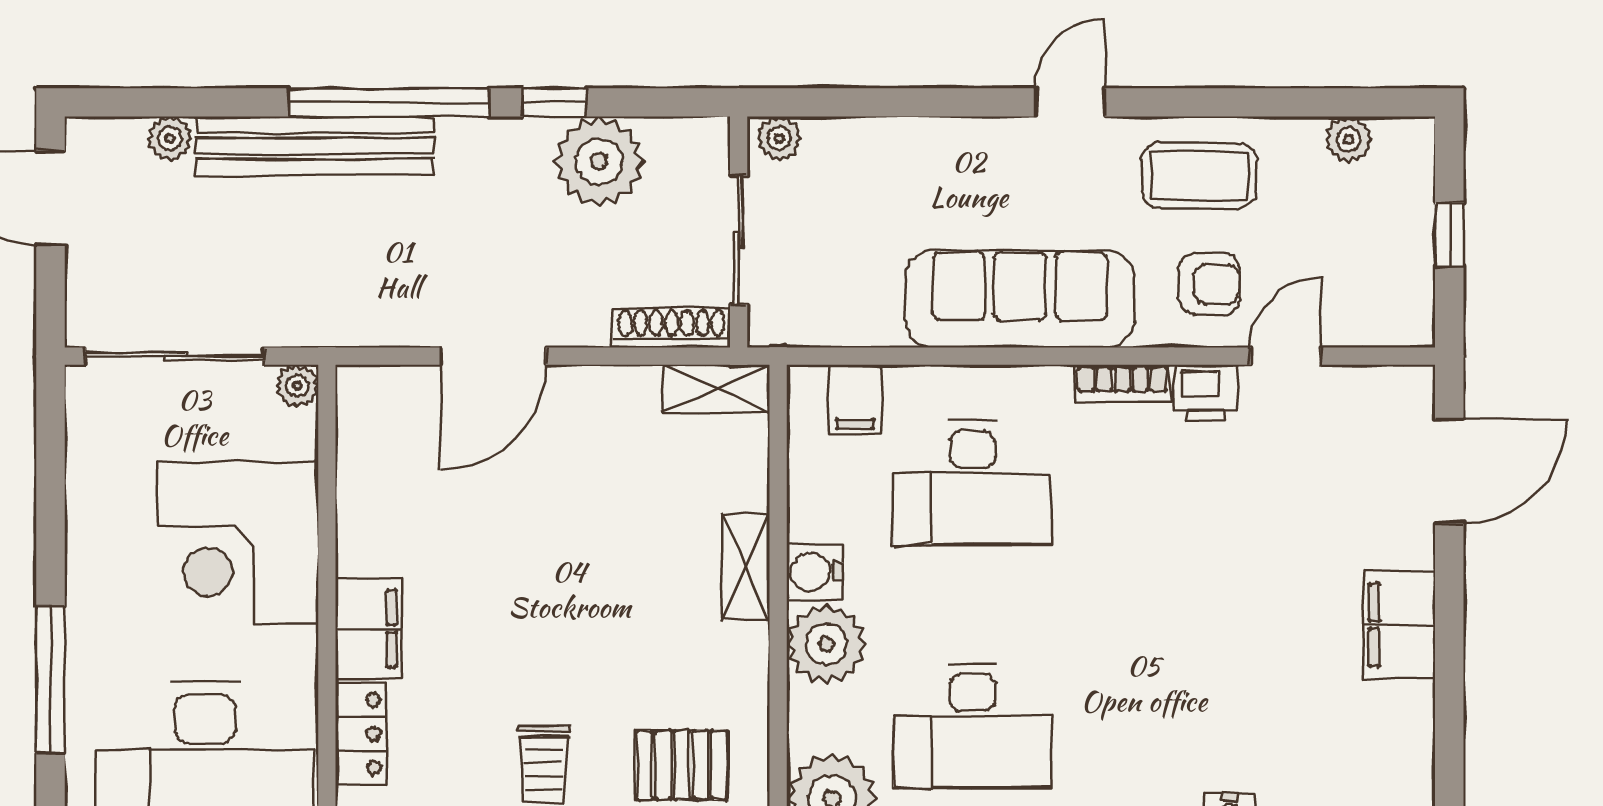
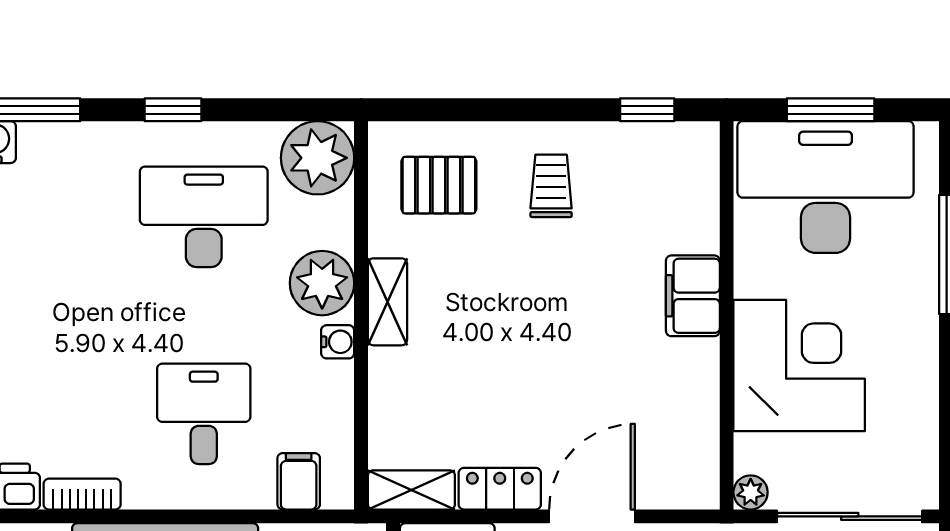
desk: (972, 483) -> (204, 414), width x0.73
shelving: (745, 567) -> (387, 302), moved
water cooler: (815, 572) -> (338, 342), width x0.72, depth x0.72
locker: (361, 734) -> (500, 489), moved, turned 90

